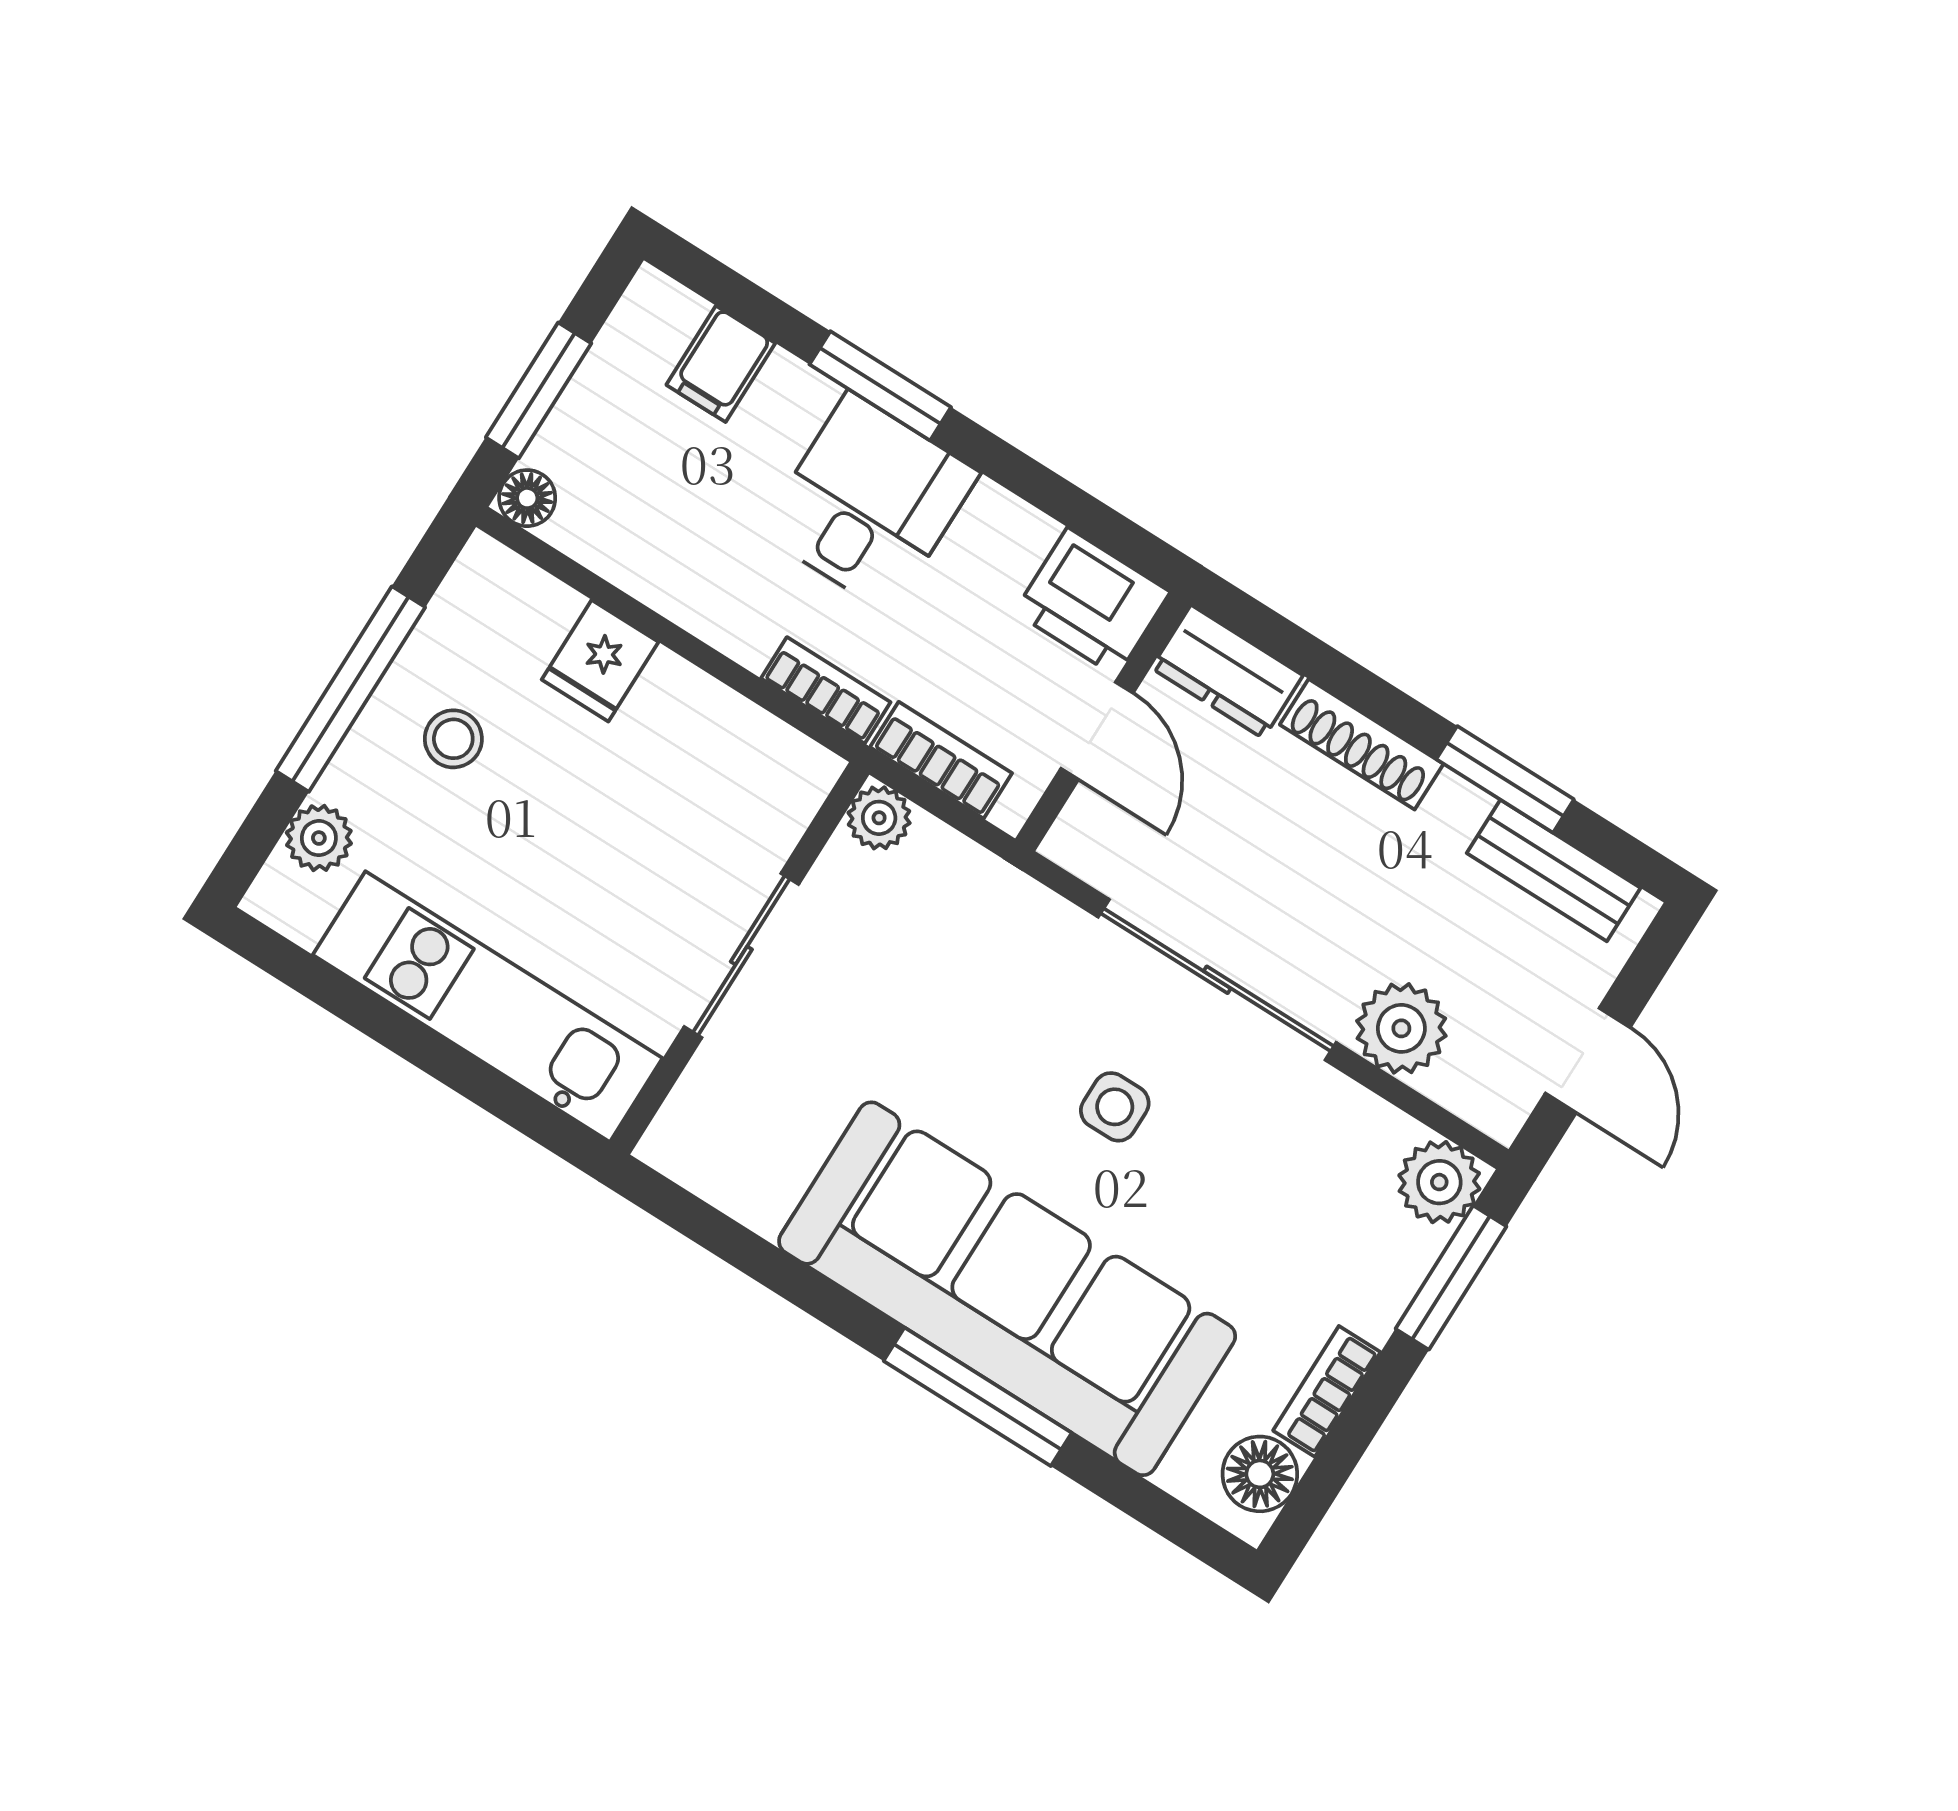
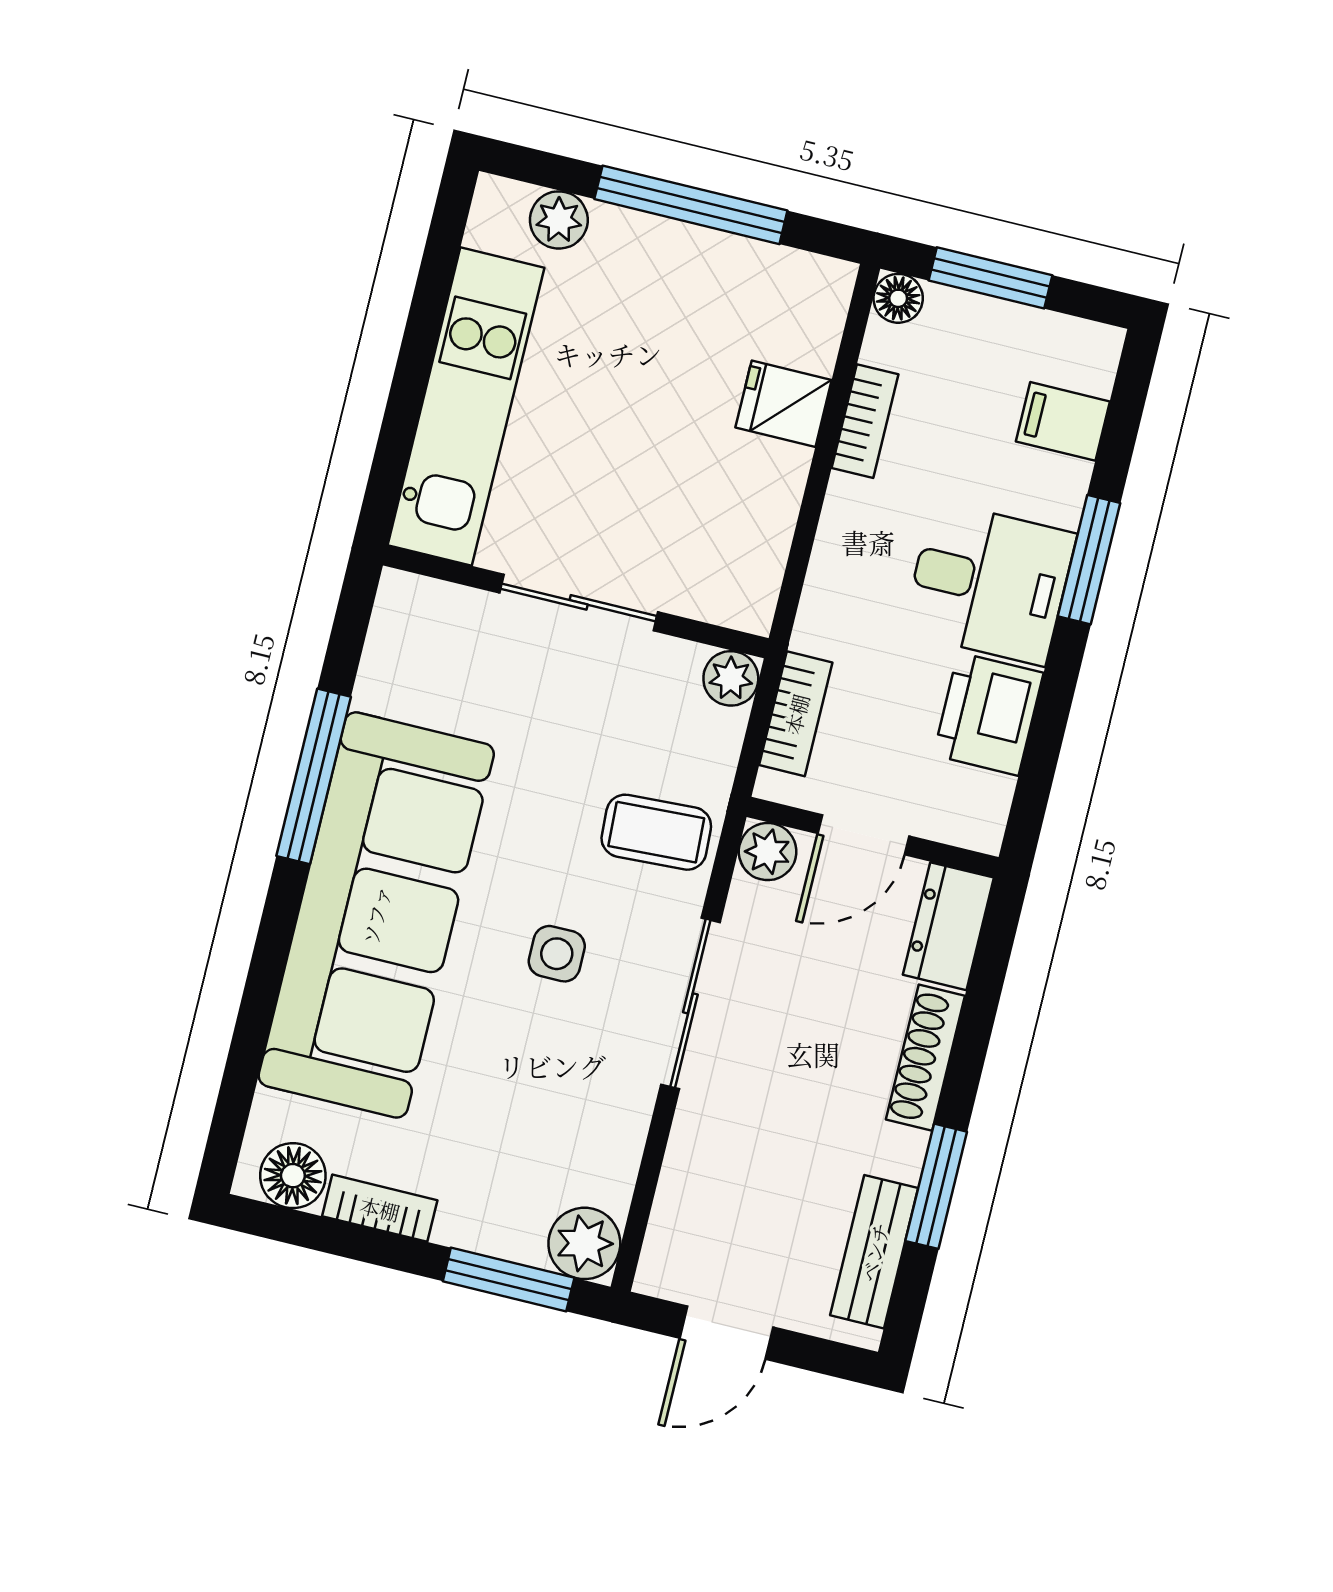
printer: (1092, 602) -> (988, 714), moved
bookcase: (826, 690) -> (865, 421), moved
stool: (453, 739) -> (678, 304), removed
coffee table: (1019, 955) -> (656, 832), added
sliding door: (1217, 980) -> (690, 1003), width x0.73
plant: (1401, 1028) -> (768, 852), moved, width x0.73, depth x0.73
window: (978, 1397) -> (314, 776), moved

